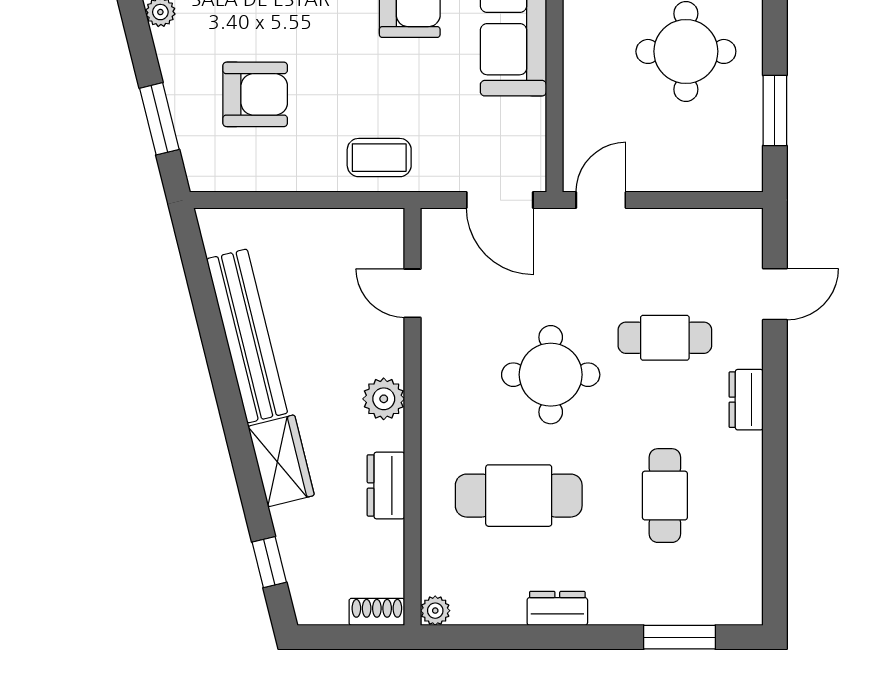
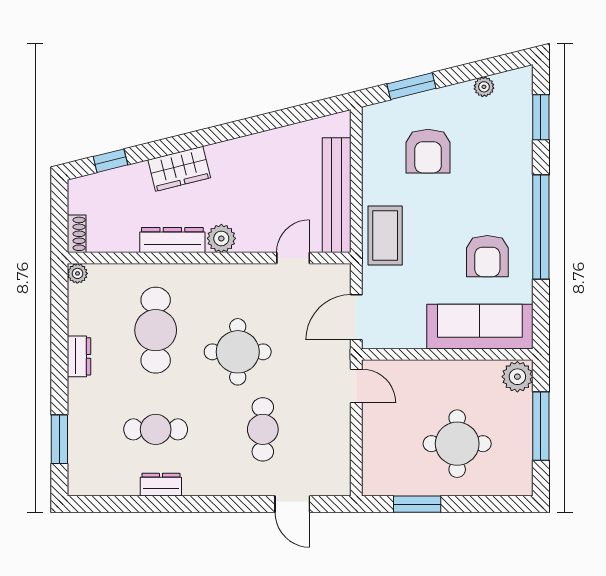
coffee table: (379, 158) -> (385, 235), width x1.36, depth x1.30
bench: (247, 336) -> (337, 195), moved, turned -76
dresser: (746, 400) -> (161, 485), moved
dresser: (386, 485) -> (172, 240), width x1.44

